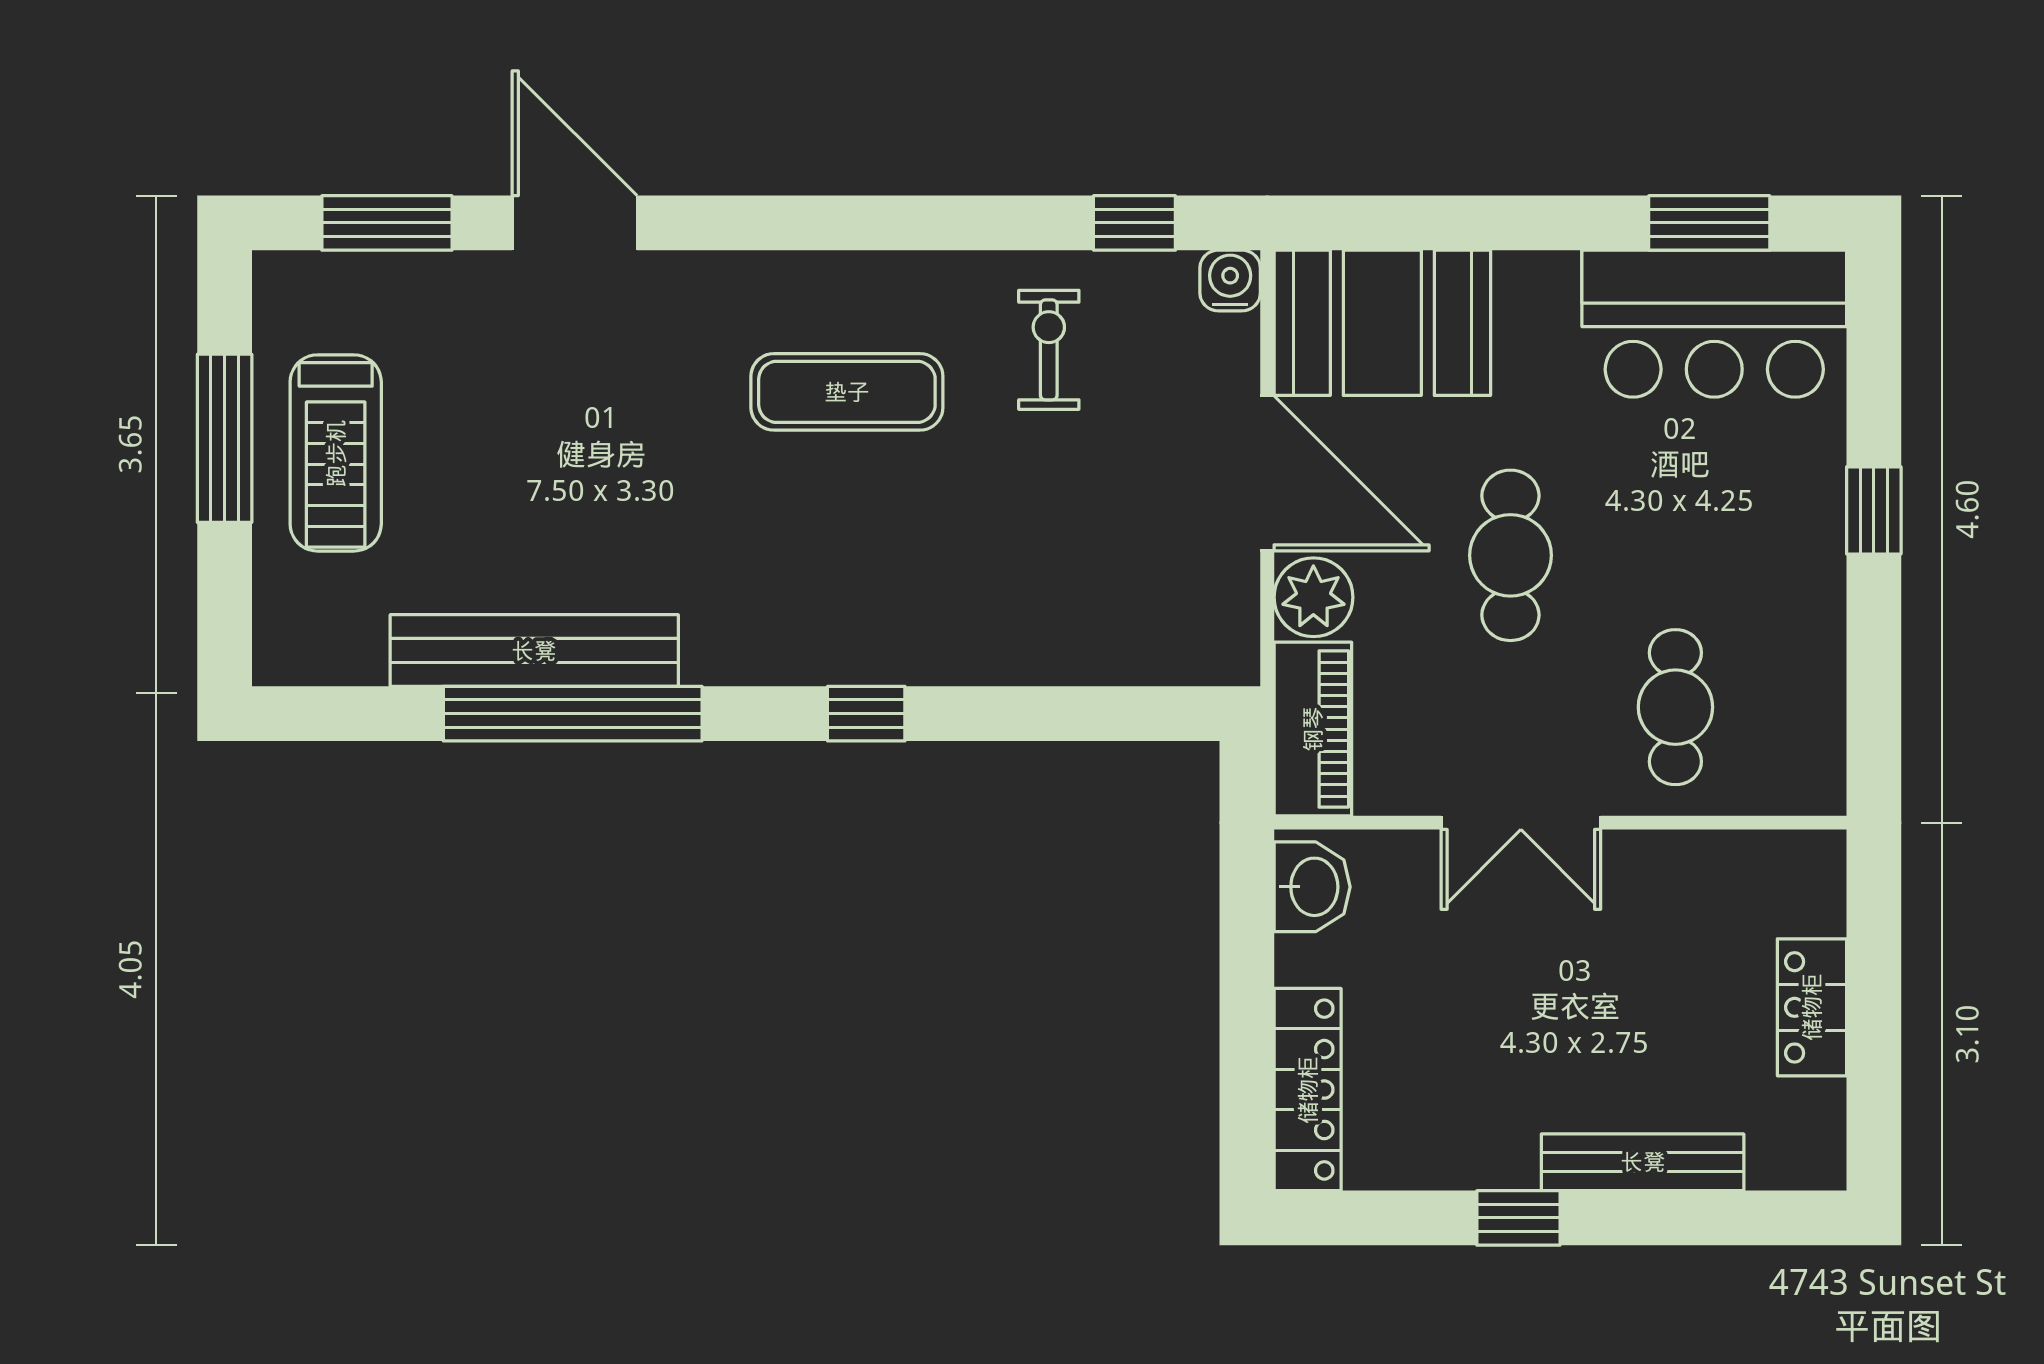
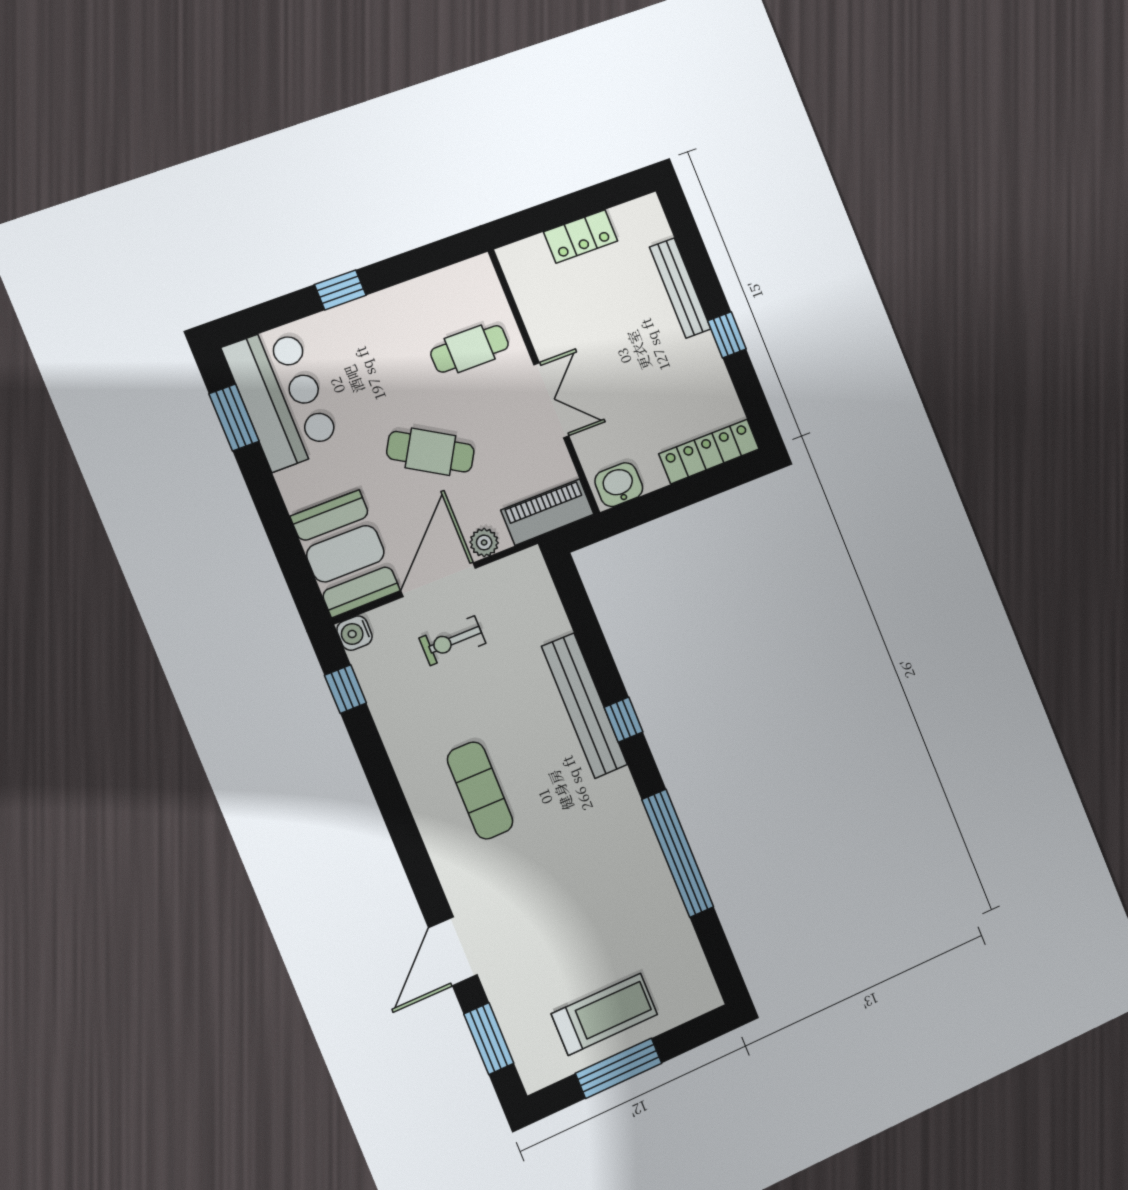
exercise bike: (1049, 350) -> (452, 641), moved
cafe table: (1510, 555) -> (430, 452), turned 31
plant: (1313, 597) -> (484, 542), width x0.73, depth x0.73
bench: (534, 651) -> (585, 706), moved

